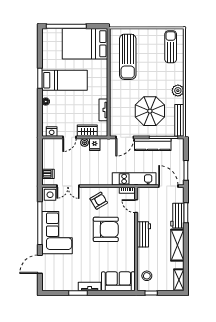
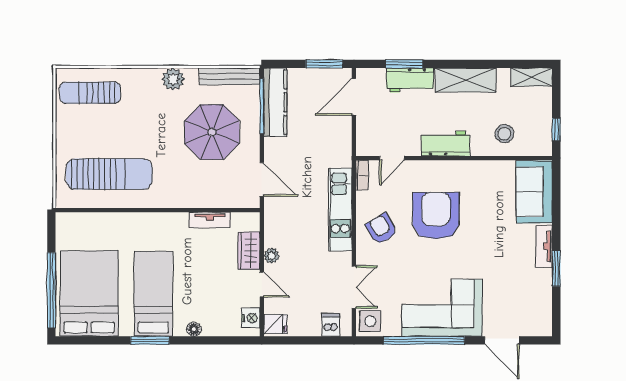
bed: (85, 44) -> (89, 293), moved, turned 180
fridge: (95, 145) -> (275, 324), moved
kitchen counter: (153, 145) -> (275, 102), moved
kitchen unit: (134, 179) -> (340, 209), moved
stool: (147, 276) -> (504, 134), moved

